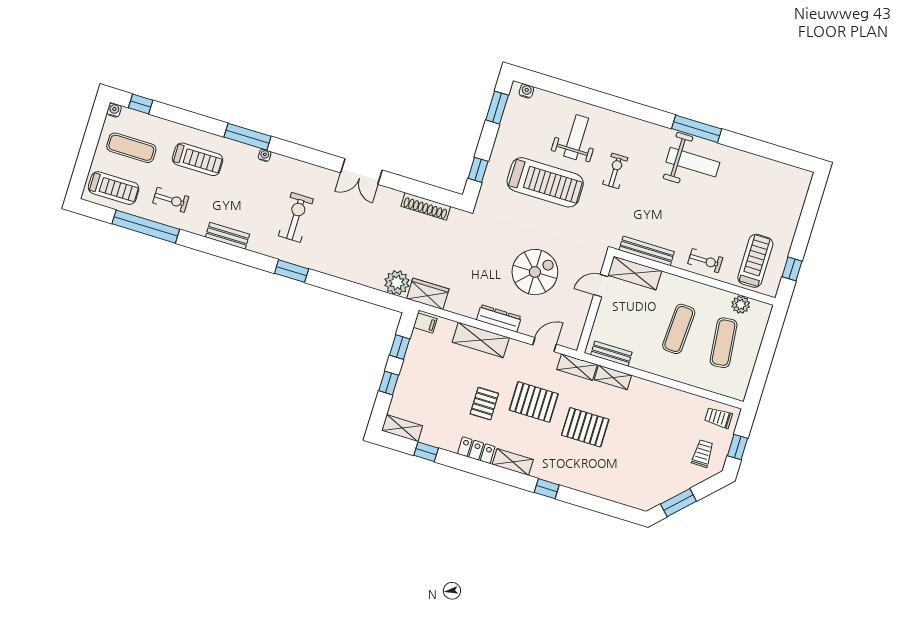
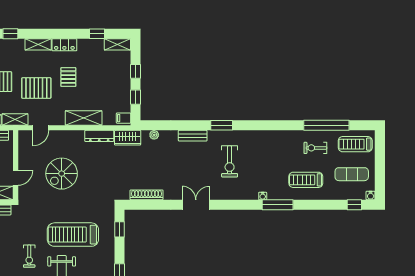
bench: (227, 236) -> (193, 136), moved
plant: (397, 283) -> (154, 135), width x0.53, depth x0.53
dresser: (499, 318) -> (99, 136), moved

